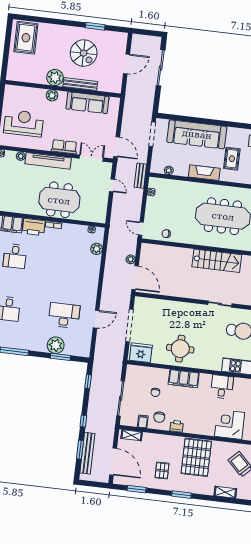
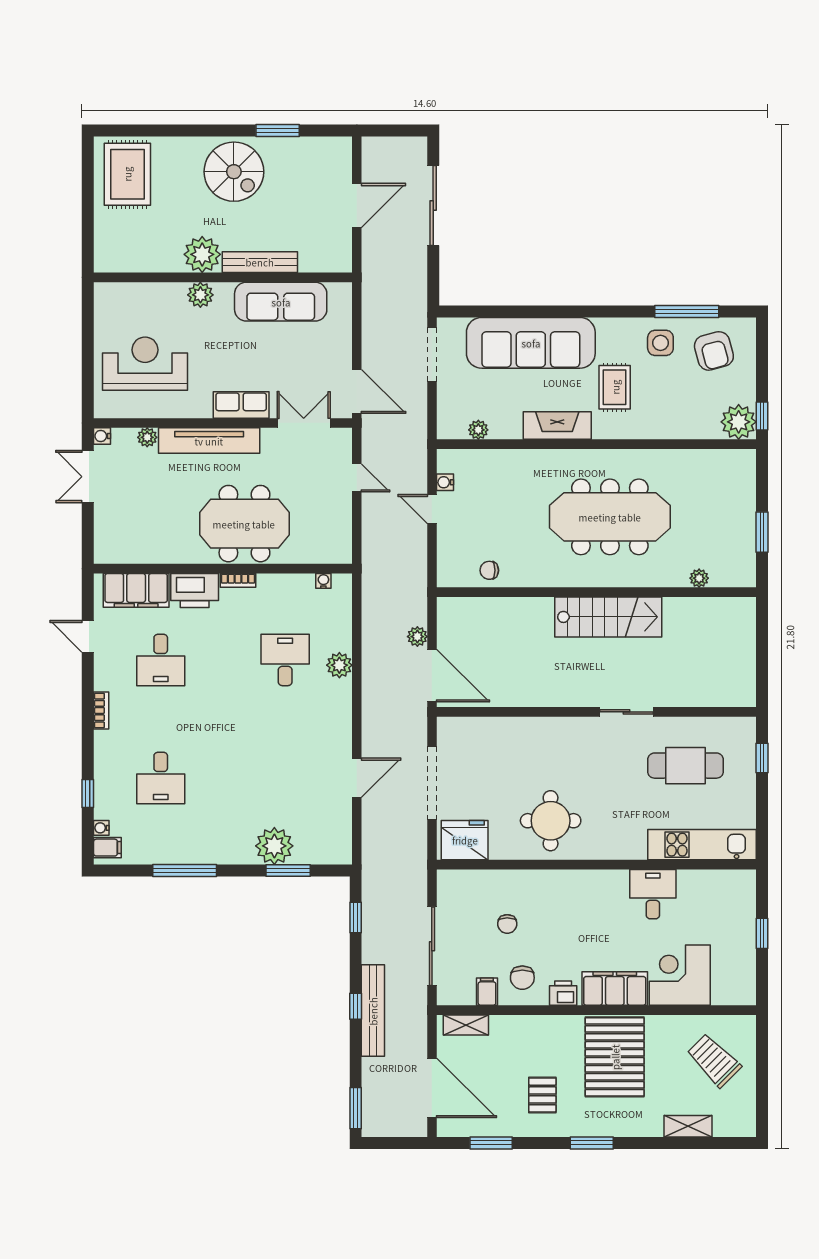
spiral stairs: (84, 53) -> (234, 172), moved
bench: (140, 176) -> (417, 449), removed
door: (141, 229) -> (432, 509), moved
plant: (97, 249) -> (339, 665), moved
desk: (64, 315) -> (285, 660), moved, width x0.73
filing cabinet: (184, 379) -> (615, 989), moved, turned 180
window: (80, 450) -> (356, 1108), moved
bench: (87, 453) -> (373, 1011), moved

